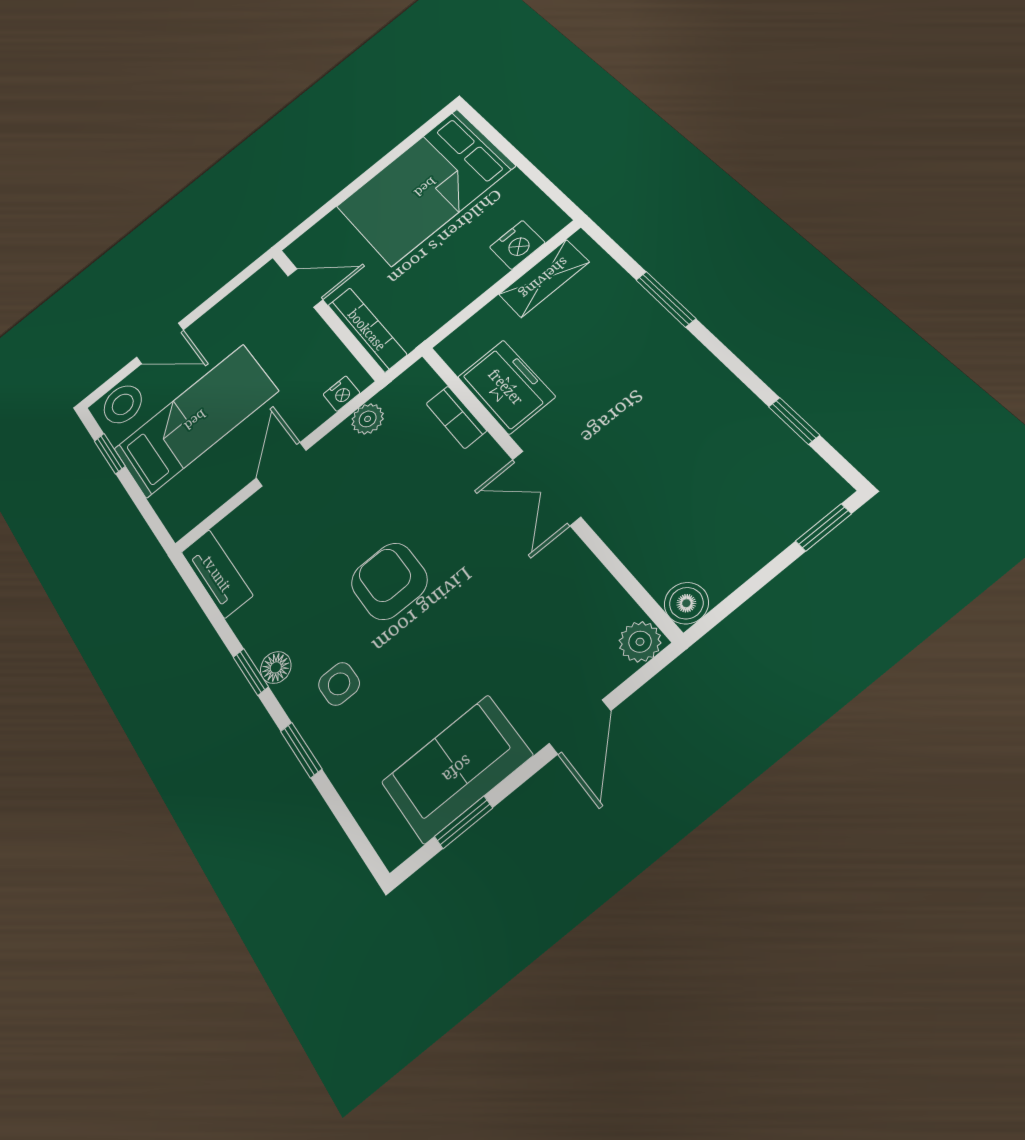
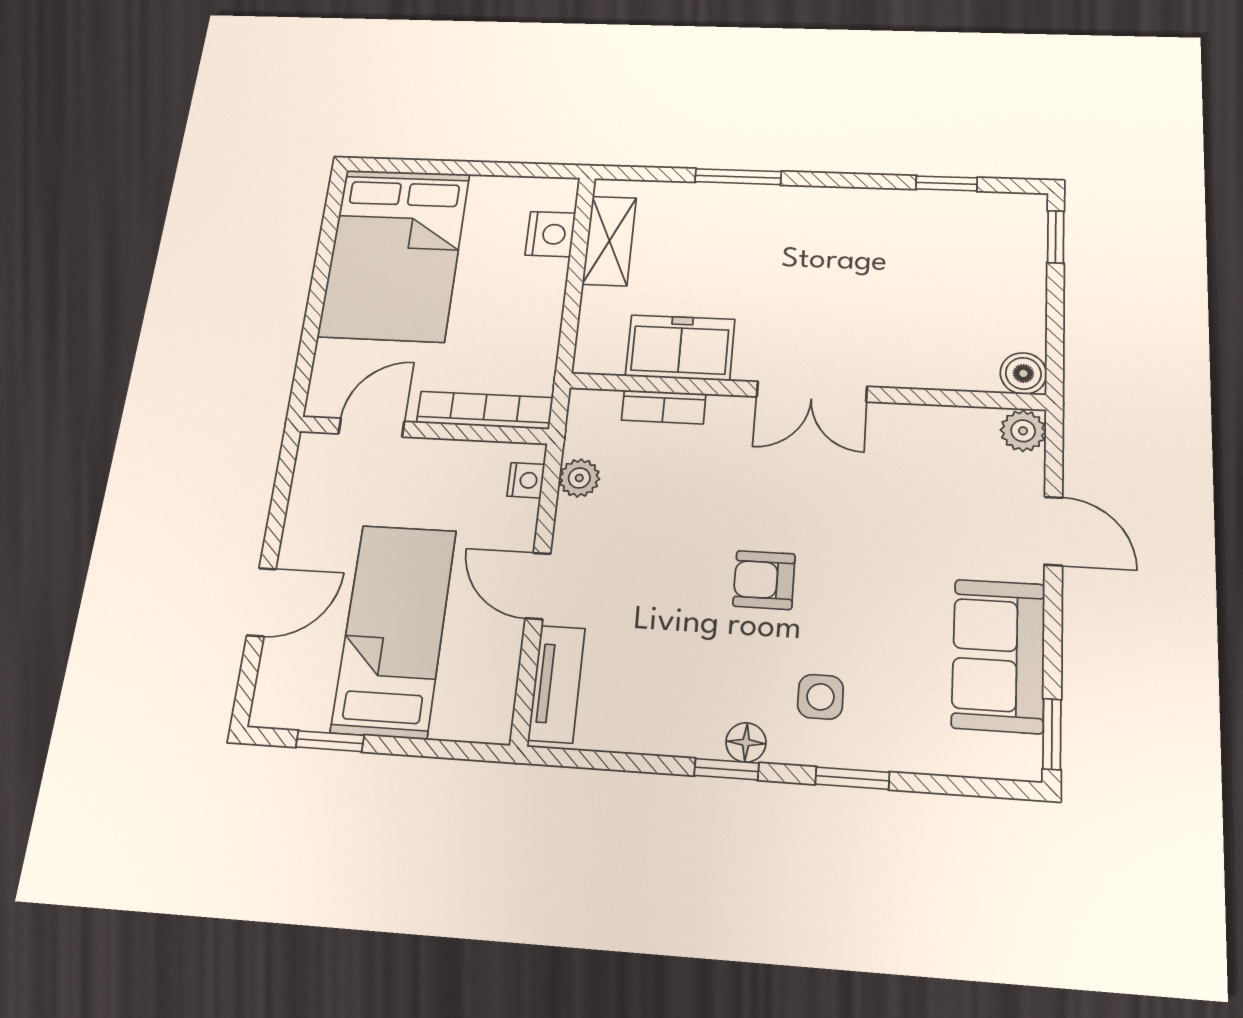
stool: (123, 404) -> (287, 688), removed
tv unit: (217, 574) -> (557, 684), moved, turned 90
armchair: (389, 581) -> (764, 580), width x0.72, depth x0.72
window: (464, 822) -> (1052, 734), moved

